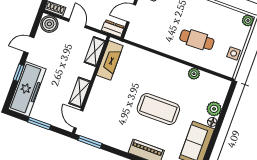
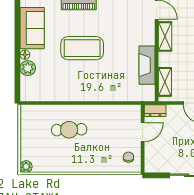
side table: (234, 53) -> (28, 129), removed
fireplace: (110, 60) -> (147, 65), moved
plant: (194, 74) -> (60, 95), removed

